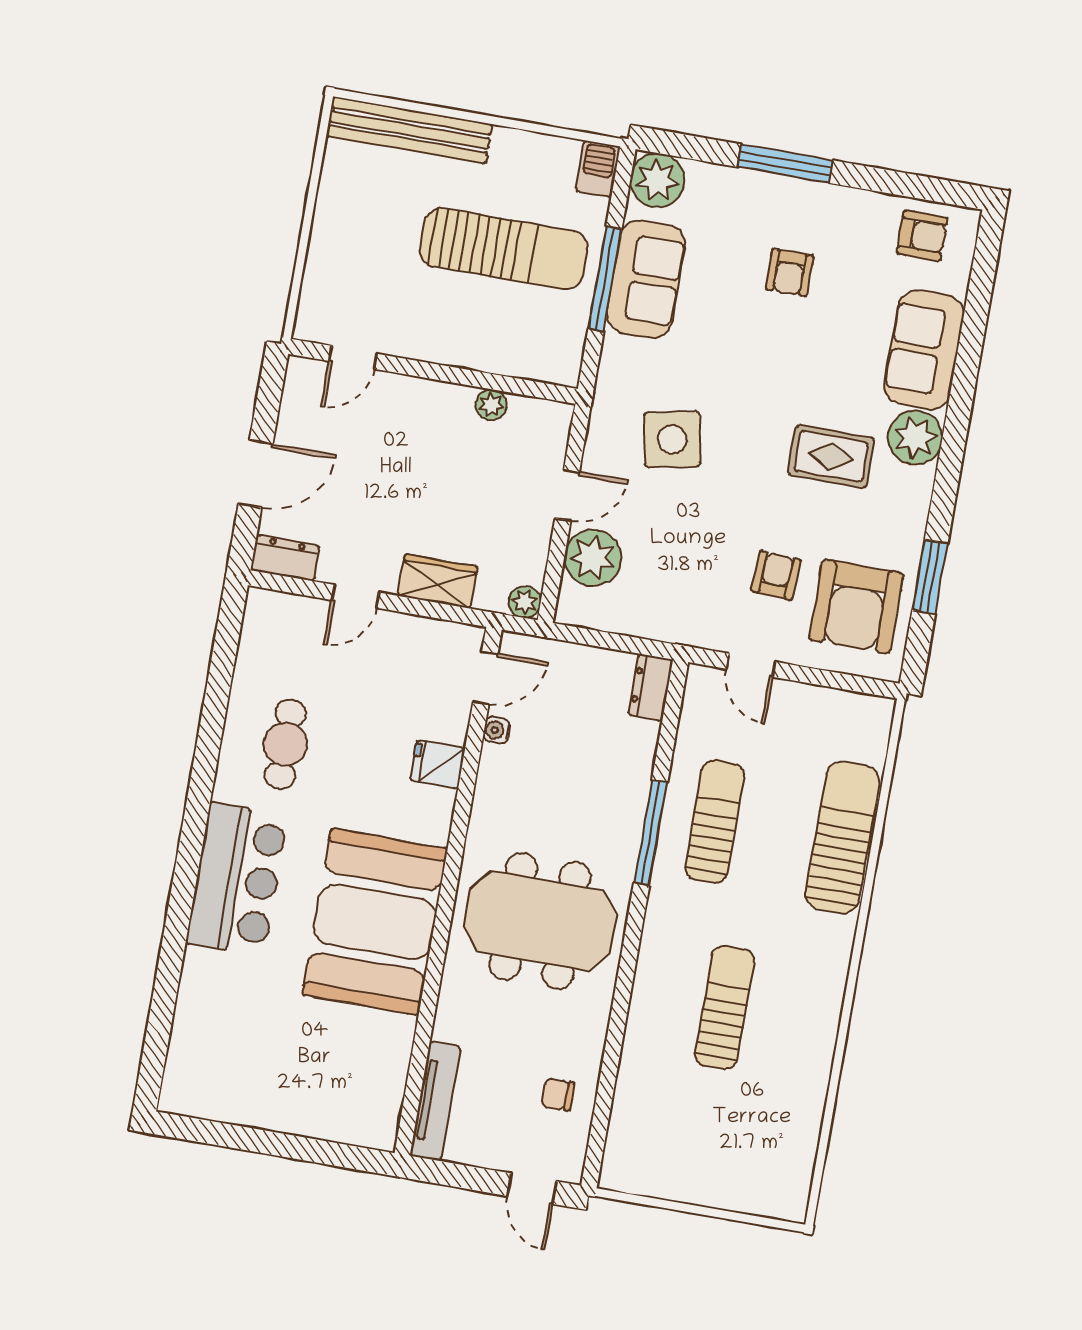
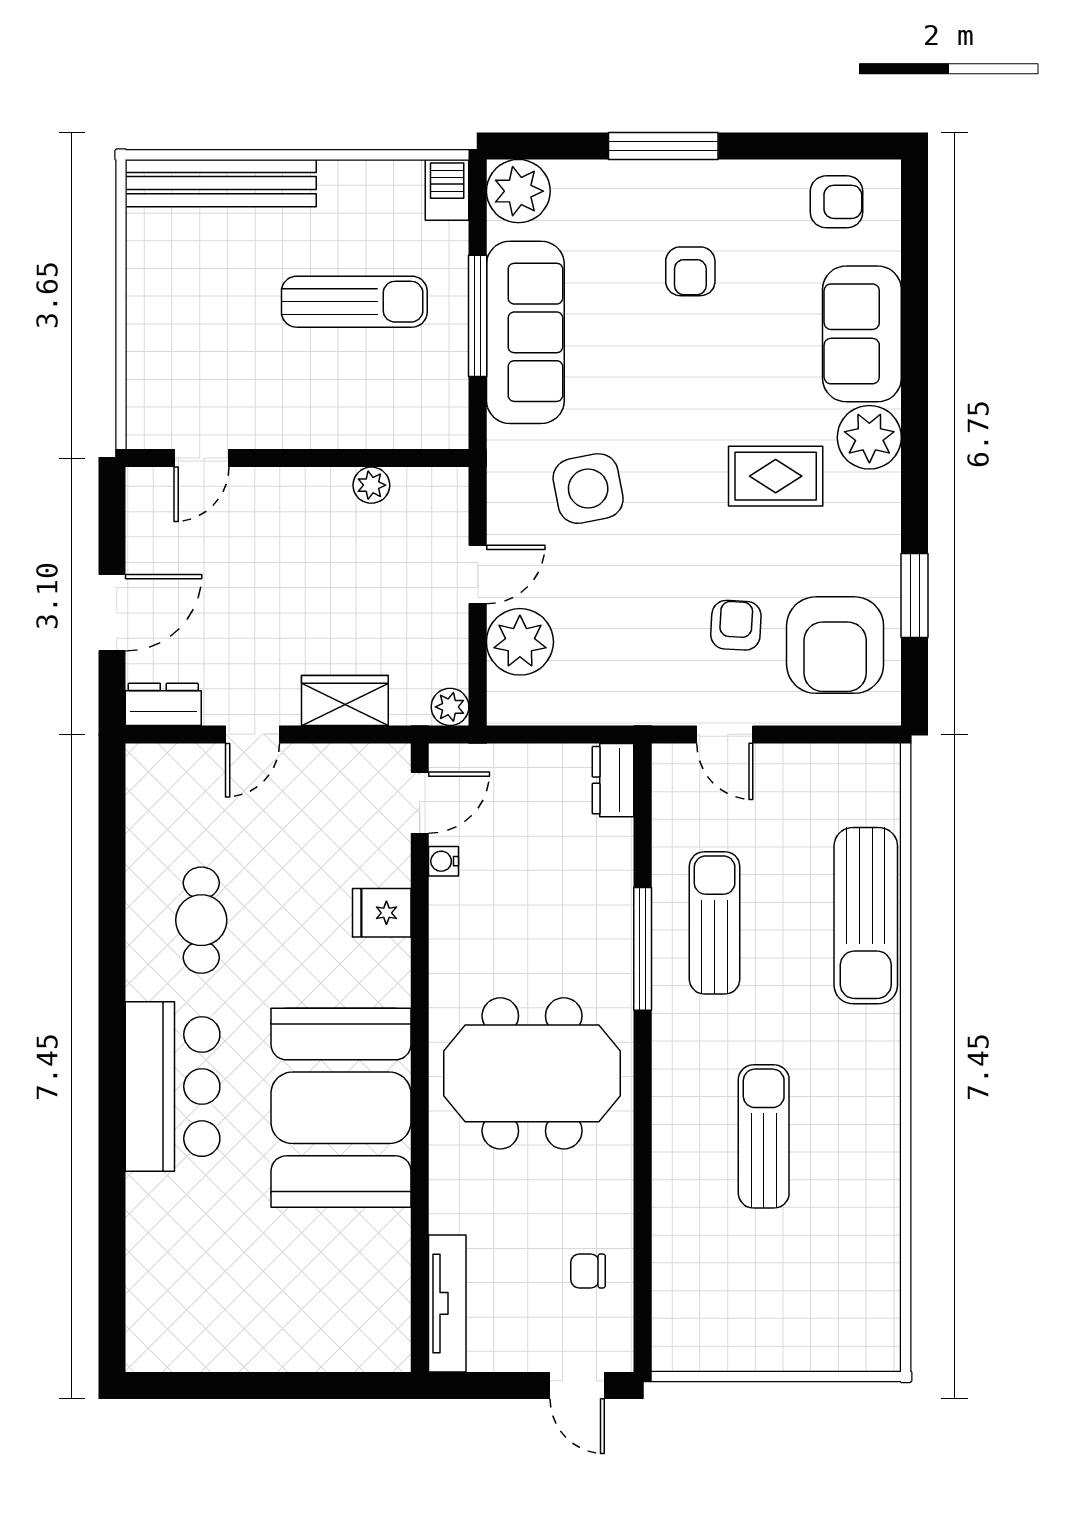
sun lounger: (504, 249) -> (354, 302), width x0.73, depth x0.75
sofa: (646, 279) -> (525, 332), width x1.36
sun lounger: (842, 838) -> (866, 916), turned 180

